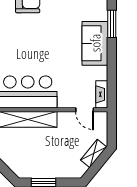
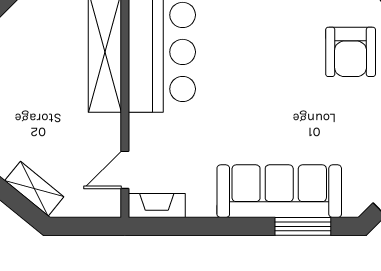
sofa: (95, 43) -> (279, 191), width x1.36

